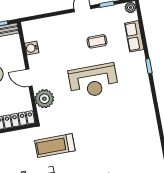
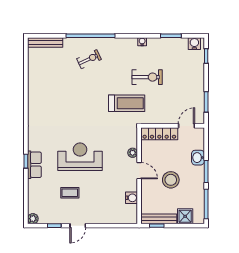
row of seats: (134, 36) -> (34, 165), moved
plant: (44, 99) -> (133, 153), width x0.53, depth x0.53

